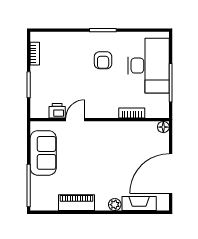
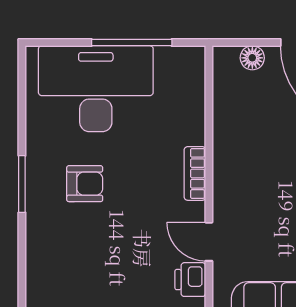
bookcase: (132, 113) -> (195, 173), moved
floor lamp: (163, 127) -> (252, 58), moved

